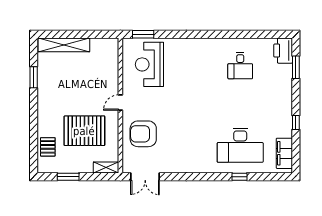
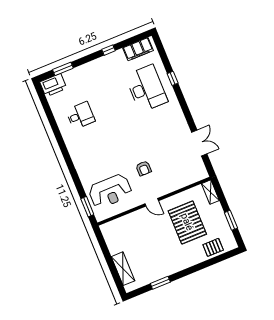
shelving: (64, 45) -> (123, 269), width x0.68
armchair: (143, 134) -> (144, 168), moved, width x0.53, depth x0.53
double door: (145, 177) -> (199, 143), moved

